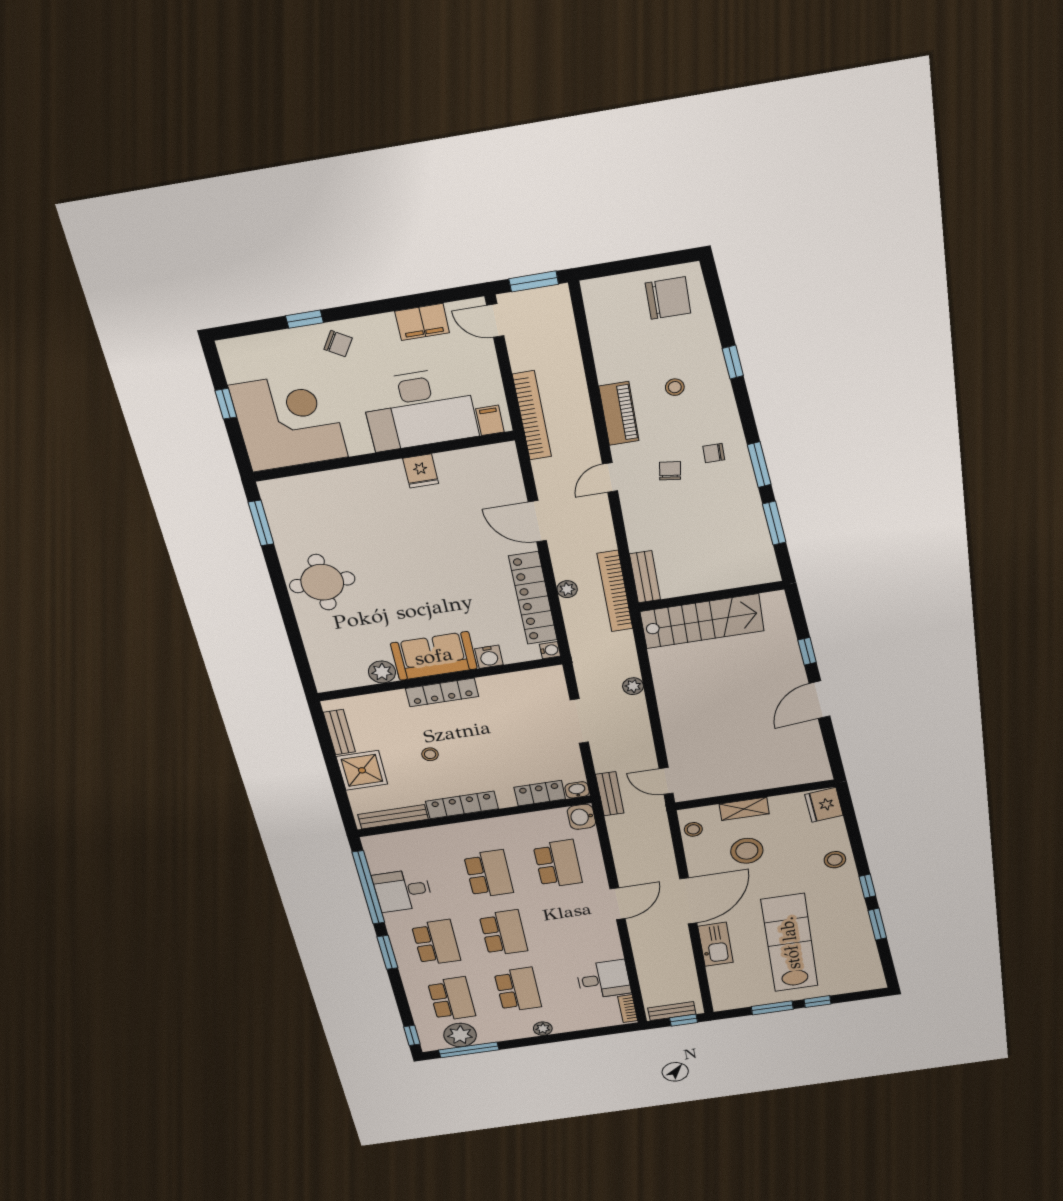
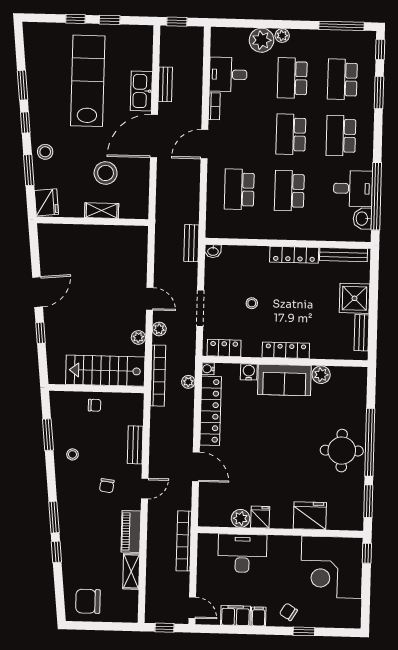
window: (534, 281) -> (164, 628), width x0.67
shelving: (606, 356) -> (131, 571), added
stool: (675, 387) -> (73, 454), moved
window: (226, 404) -> (367, 553), moved
desk: (419, 409) -> (242, 553), width x0.73, depth x0.77
filing cabinet: (490, 420) -> (259, 616), moved, turned 180
chair: (714, 453) -> (95, 405), moved
plant: (451, 464) -> (241, 518), added
window: (759, 465) -> (54, 517), moved
fridge: (344, 487) -> (310, 516), added
bench: (645, 577) -> (135, 445), moved
plant: (567, 589) -> (188, 382), moved
bookcase: (615, 591) -> (158, 376), moved
window: (284, 600) -> (370, 442), added
plant: (661, 671) -> (138, 337), added
stool: (430, 754) -> (252, 303), moved
door: (666, 781) -> (150, 299), moved
locker: (540, 793) -> (224, 348), moved, turned 180
washbasin: (581, 817) -> (362, 219), moved, turned 180
stool: (693, 829) -> (140, 200), removed
window: (855, 836) -> (29, 170), added
lab bench: (790, 943) -> (88, 81), turned 180
window: (387, 952) -> (379, 93), moved
window: (772, 1008) -> (110, 20), width x0.67
bookcase: (628, 1009) -> (214, 106), moved
bench: (672, 1011) -> (165, 84), moved, turned 90
plant: (460, 1035) -> (262, 40), moved

